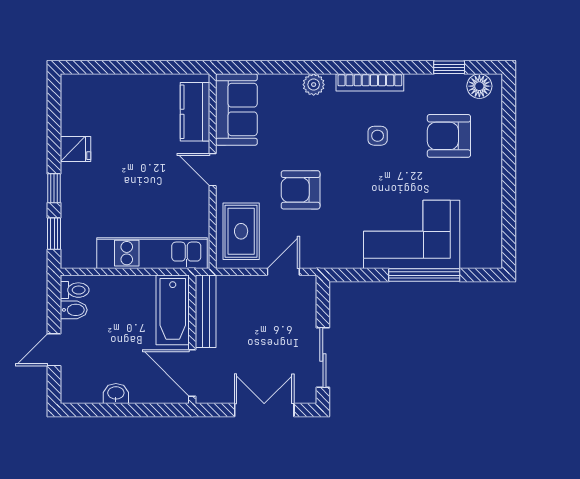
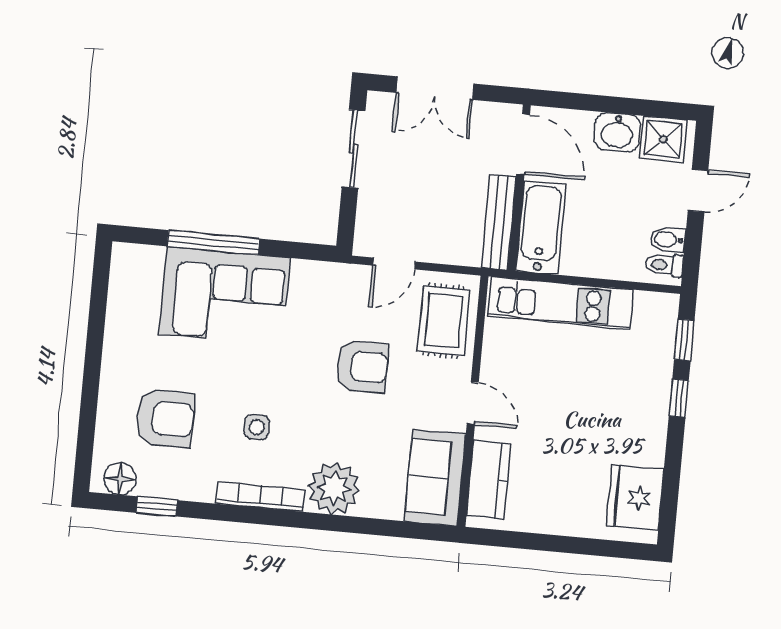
plant: (314, 85) -> (334, 488), width x1.87, depth x1.87
fridge: (76, 149) -> (635, 498), moved, width x1.88, depth x1.34
shower: (85, 387) -> (663, 139), added
washbasin: (116, 393) -> (617, 132), width x1.38, depth x1.45

